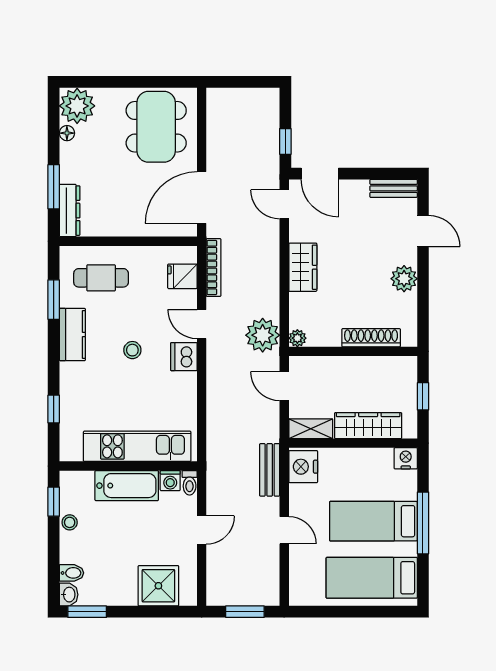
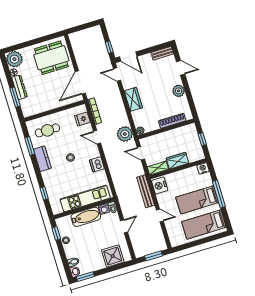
dining table: (156, 127) -> (51, 58), turned 90
dresser: (70, 211) -> (19, 87), moved
dishwasher: (184, 357) -> (97, 164), moved
wardrobe: (368, 426) -> (178, 161), width x0.67
bench: (270, 470) -> (146, 191), width x1.36

